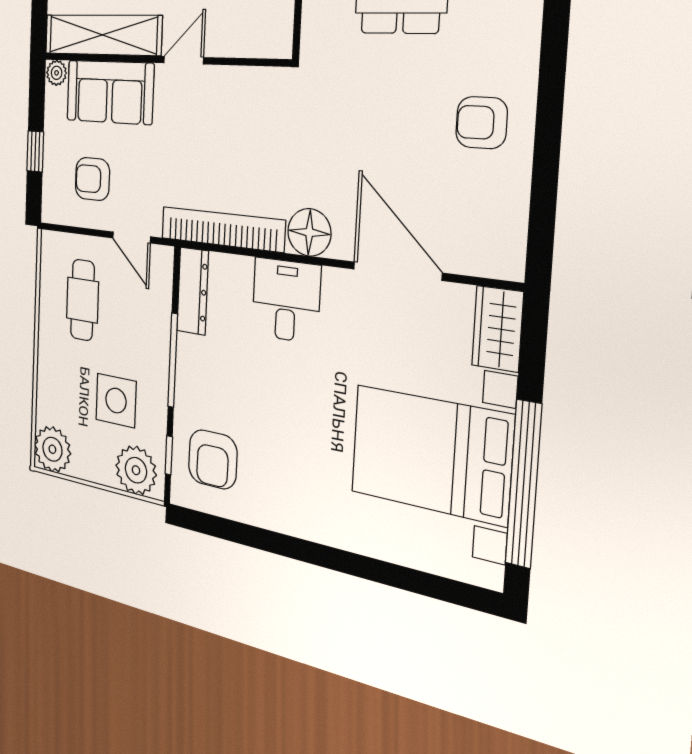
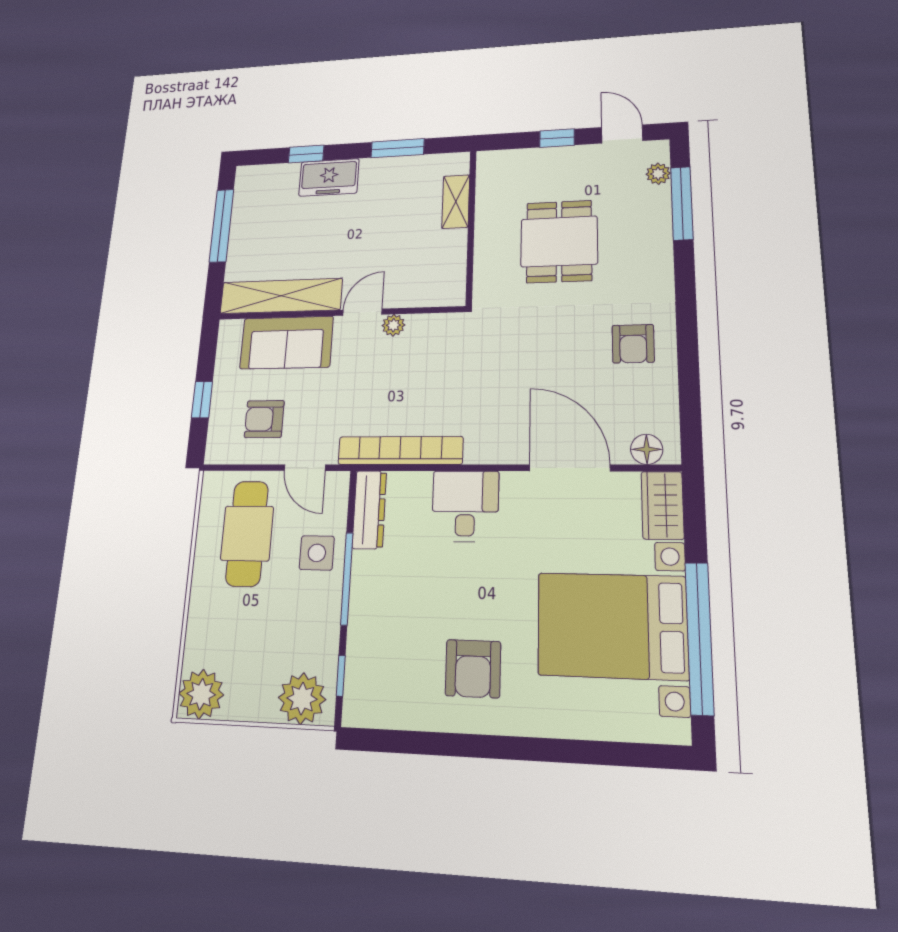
plant: (57, 73) -> (393, 325), moved
armchair: (482, 123) -> (633, 344), turned -90
floor lamp: (309, 232) -> (647, 449), moved, width x0.73, depth x0.73
cafe table: (82, 300) -> (247, 533), width x1.37, depth x1.35
side table: (116, 401) -> (317, 553), moved, width x0.73, depth x0.73
armchair: (213, 459) -> (473, 669), moved

